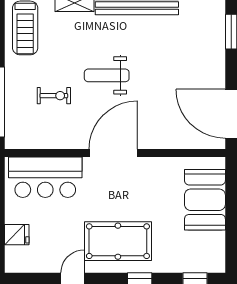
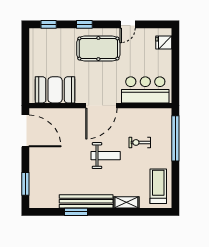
booth: (205, 200) -> (55, 90), moved, turned 90
fridge: (17, 235) -> (164, 43), moved

